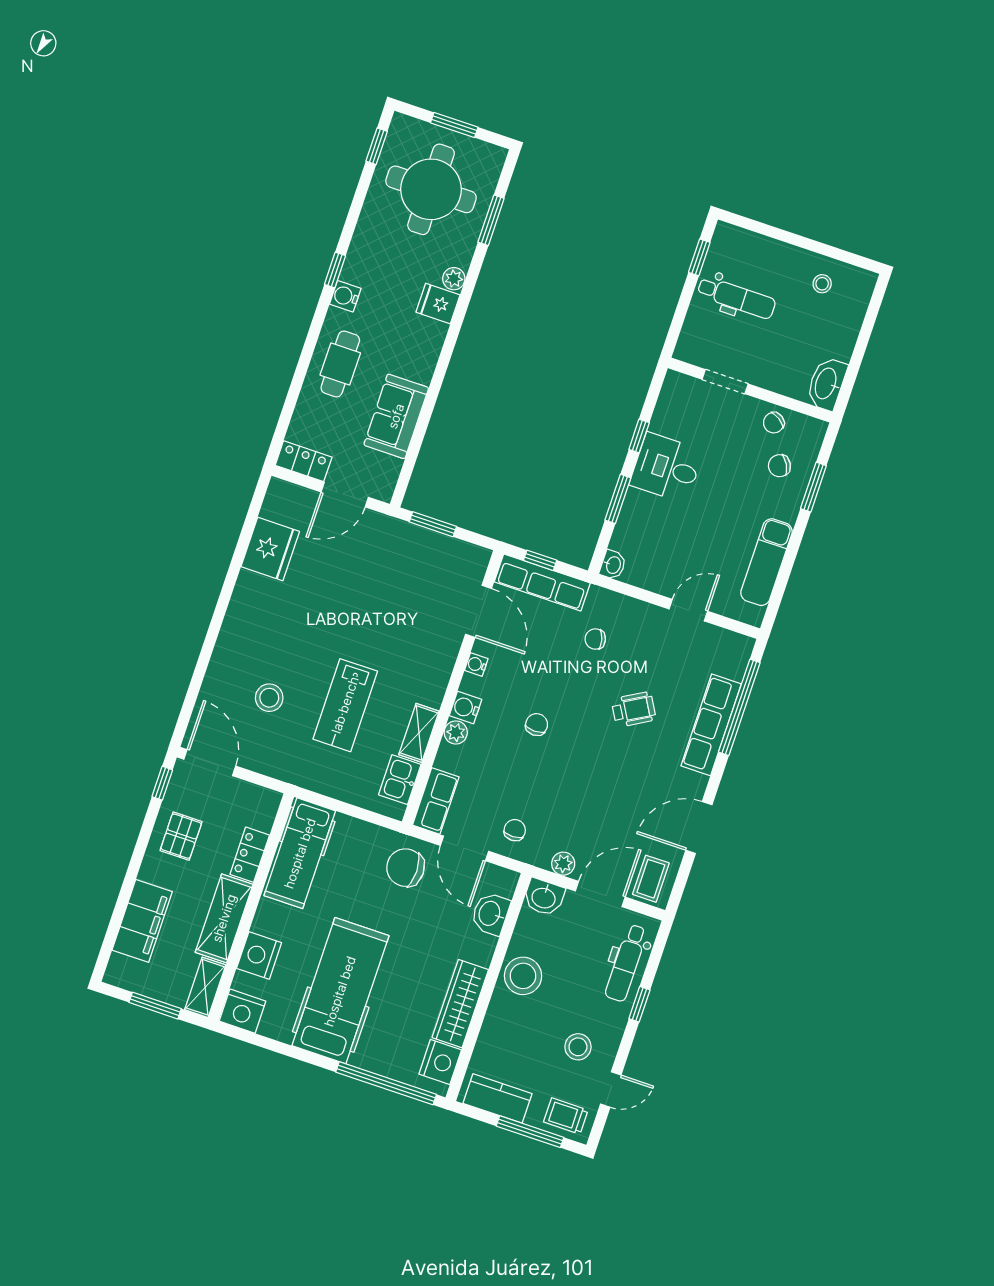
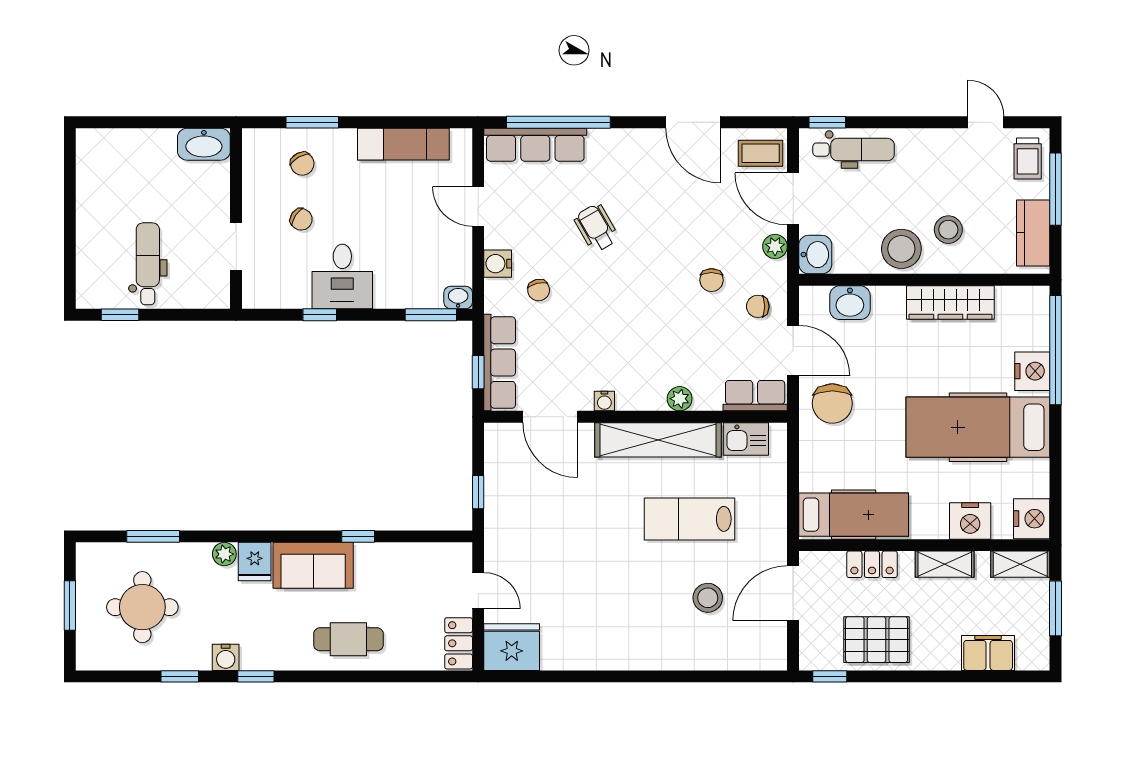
window: (377, 146) -> (180, 676), moved
round table: (431, 189) -> (142, 607), width x0.73, depth x0.73
stool: (822, 284) -> (105, 182), removed
water cooler: (345, 296) -> (226, 657), moved
window: (429, 404) -> (358, 536), added
sofa: (396, 416) -> (313, 565), moved
chair: (774, 423) -> (301, 219), moved
door: (345, 495) -> (478, 591), width x0.73
window: (618, 499) -> (431, 315), moved
window: (433, 524) -> (478, 492), width x0.67
fridge: (270, 549) -> (512, 647), moved
door: (478, 611) -> (550, 417), swing flipped
lab bench: (345, 705) -> (690, 519), turned 180
water cooler: (466, 708) -> (498, 264), moved, turned 90
chair: (537, 725) -> (711, 280), moved, turned -91
row of seats: (711, 725) -> (535, 145), moved
shelving: (419, 733) -> (658, 440), width x2.20, depth x1.33
door: (210, 763) -> (793, 593), moved
pallet: (181, 836) -> (877, 640), width x1.50, depth x1.42
door: (465, 848) -> (793, 351), hinge flipped
shelving: (224, 918) -> (945, 564), width x0.67, depth x0.75
filing cabinet: (142, 921) -> (988, 653), width x0.67, depth x0.86
window: (639, 1004) -> (827, 122), moved
stool: (578, 1047) -> (948, 230), moved
nightstand: (440, 1062) -> (1032, 371), moved, turned 90

